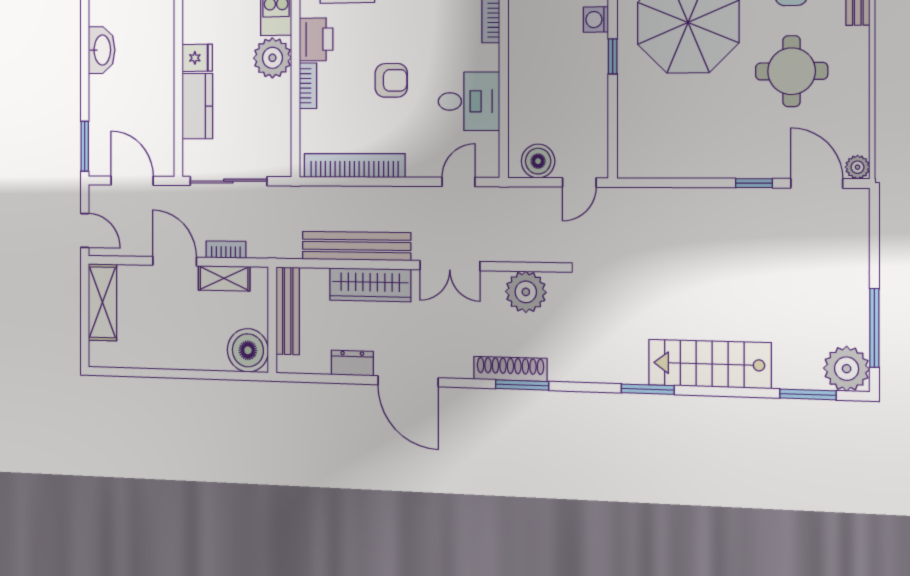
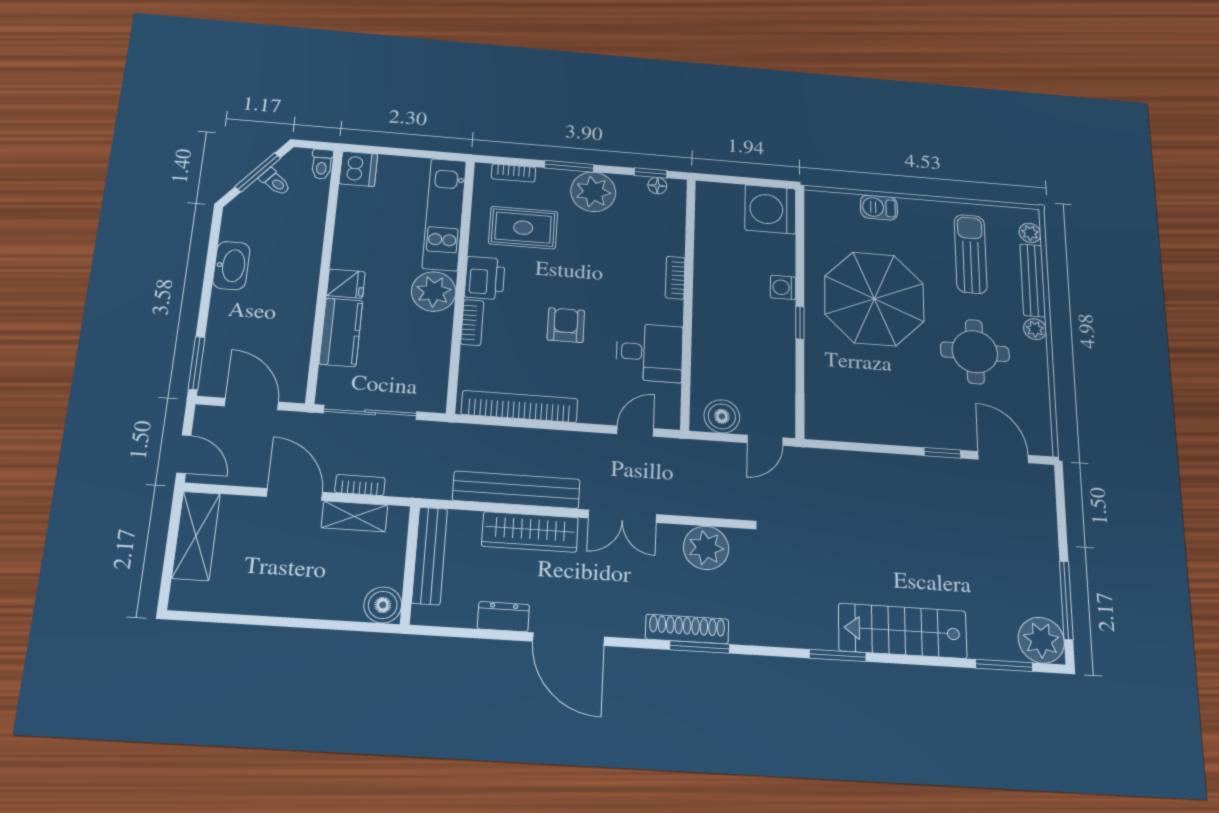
armchair: (391, 80) -> (566, 325), turned -90
plant: (858, 167) -> (1035, 329), moved
boiler: (248, 350) -> (383, 605), width x0.73, depth x0.73

